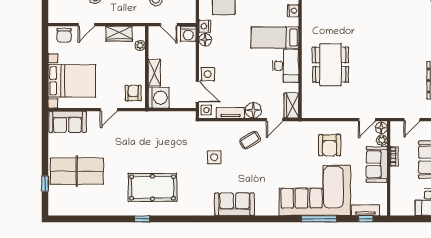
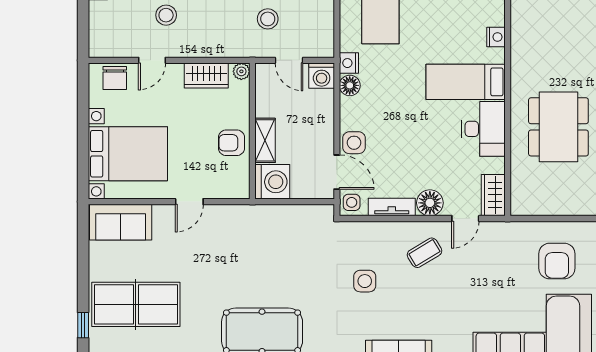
plant: (140, 45) -> (241, 71), moved
armchair: (133, 93) -> (231, 143), moved, turned -90

